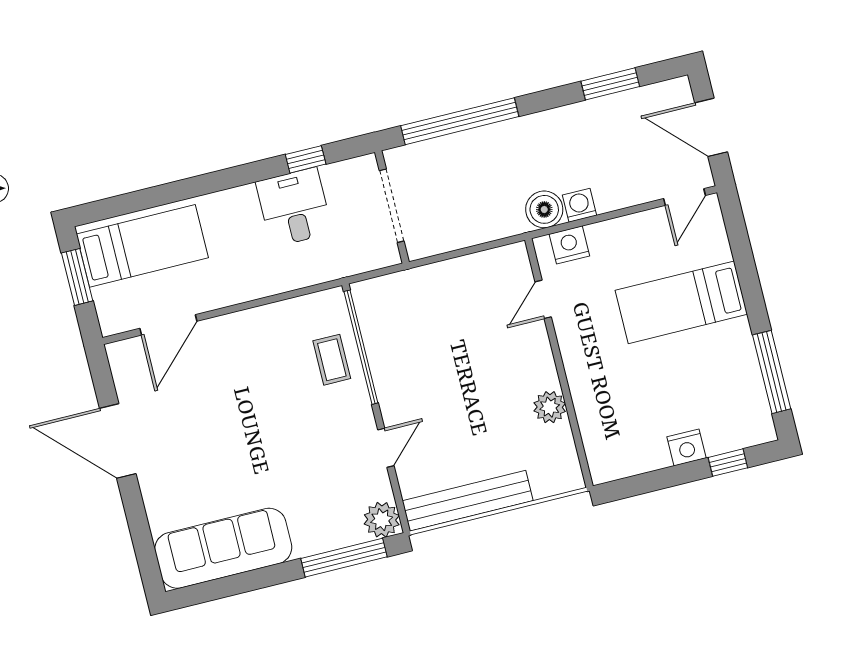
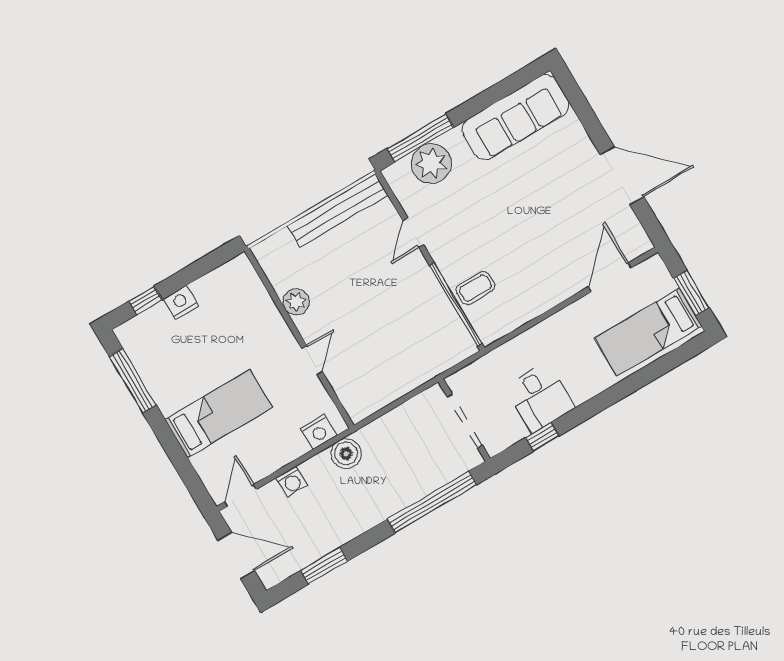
washing machine: (579, 205) -> (292, 482), moved
door: (543, 299) -> (312, 360), moved
coffee table: (332, 360) -> (475, 288), turned 90
plant: (382, 520) -> (431, 163), moved, width x1.36, depth x1.36

